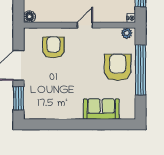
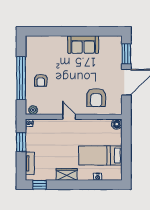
door: (85, 25) -> (69, 117), swing flipped
armchair: (118, 67) -> (41, 80), width x0.53, depth x0.53
sofa: (101, 109) -> (83, 45), moved

